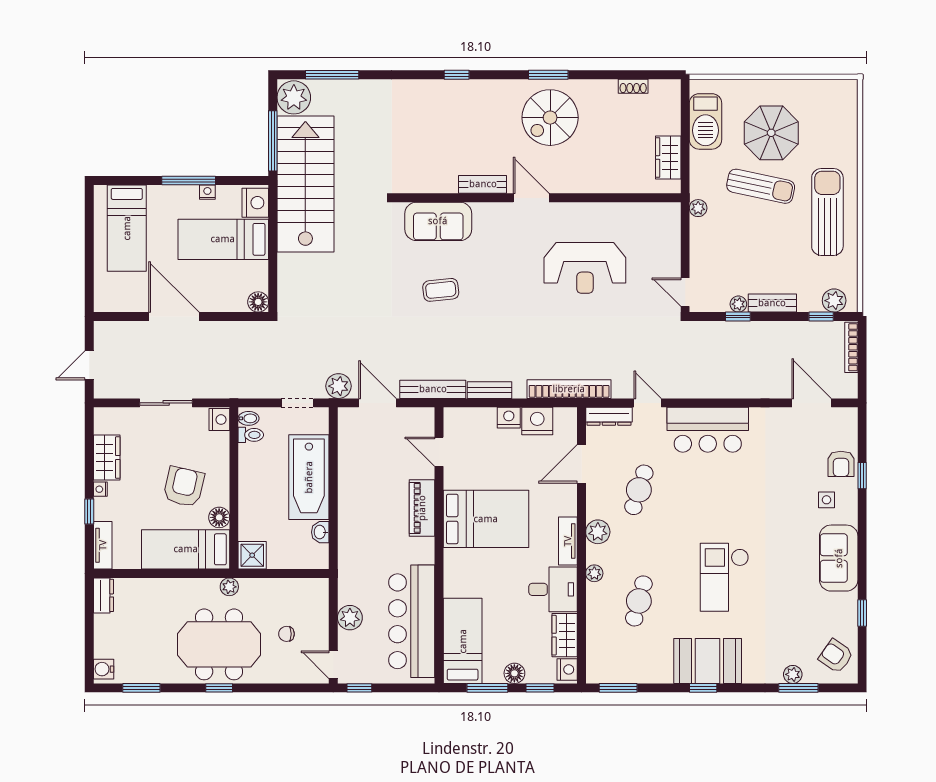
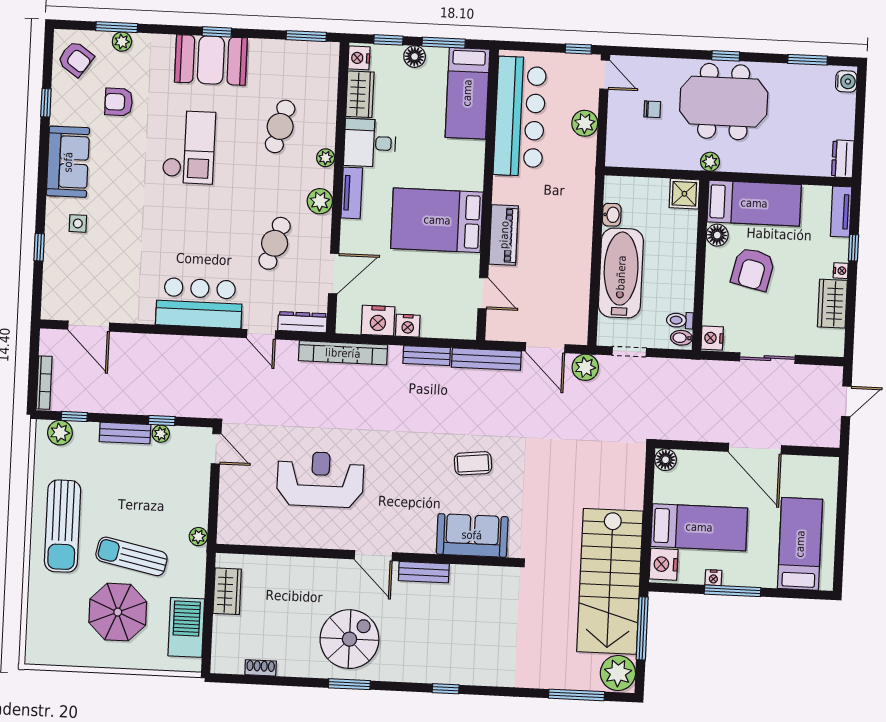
armchair: (841, 464) -> (119, 102), moved, turned -90

